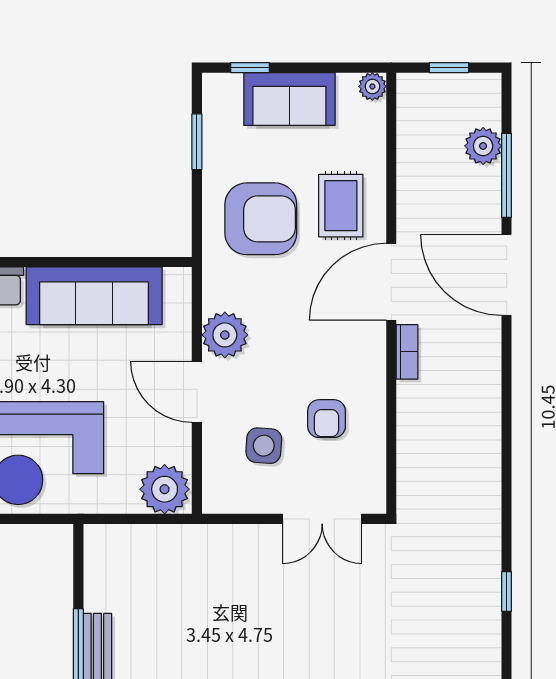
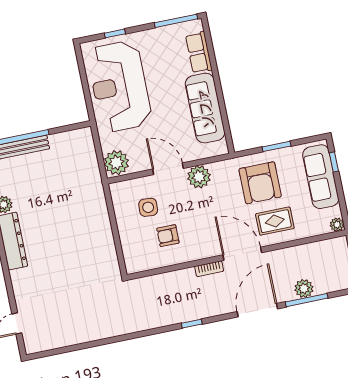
sofa: (289, 99) -> (321, 177), width x1.36
window: (197, 142) -> (276, 146), moved
plant: (483, 146) -> (304, 288), moved
door: (197, 392) -> (168, 169), hinge flipped
double door: (322, 519) -> (118, 244), removed
window: (507, 591) -> (192, 324), moved

